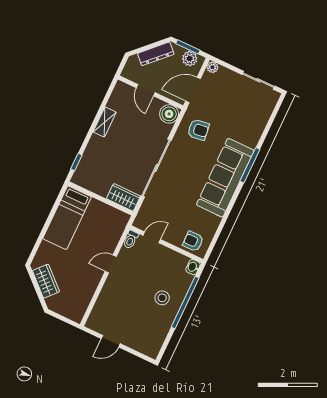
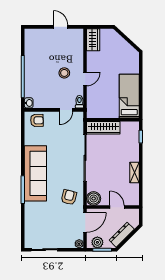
armchair: (198, 130) -> (69, 197), turned 112
wardrobe: (123, 197) -> (103, 128), width x1.50
wardrobe: (46, 281) -> (93, 40), moved, turned -132
stool: (162, 298) -> (64, 73), moved
door: (111, 341) -> (61, 27), hinge flipped

